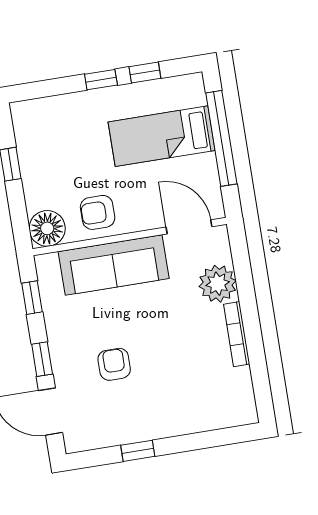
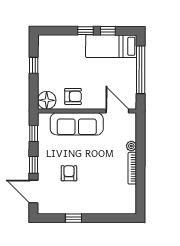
bed: (162, 136) -> (111, 46), moved
armchair: (98, 212) -> (73, 96), turned 180
plant: (218, 284) -> (131, 146), width x0.53, depth x0.53

